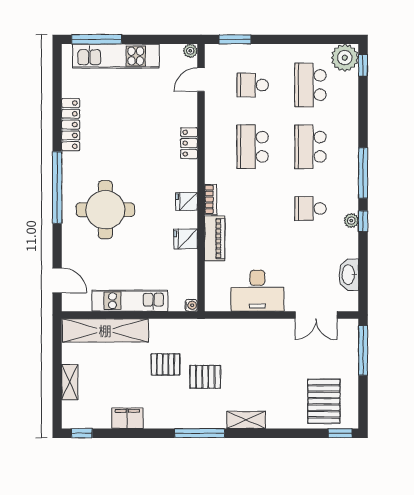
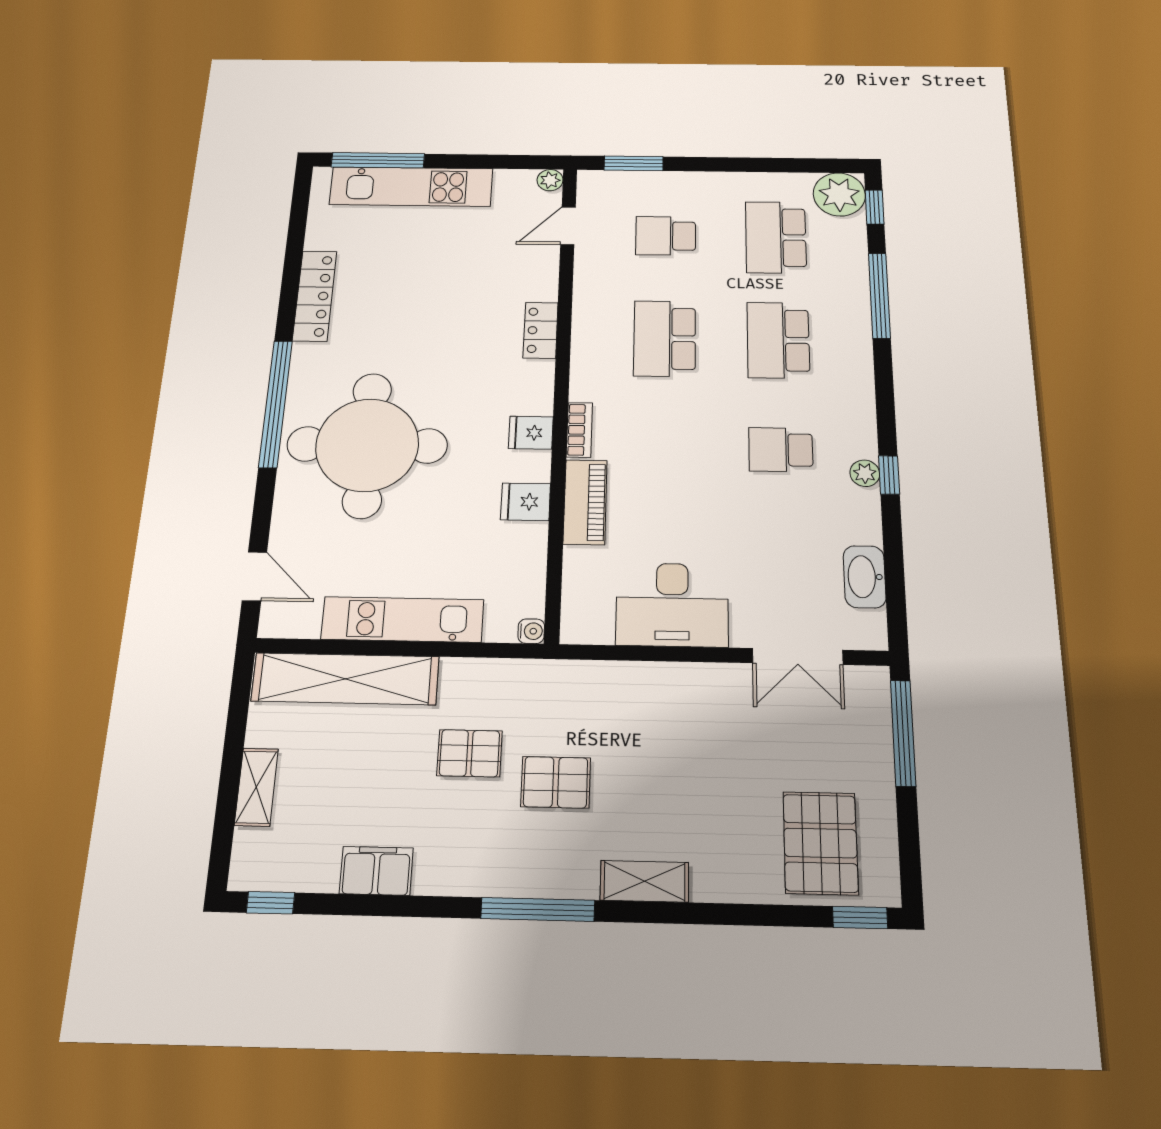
window: (363, 173) -> (879, 296), moved
round table: (105, 210) -> (367, 445), width x1.36, depth x1.36

